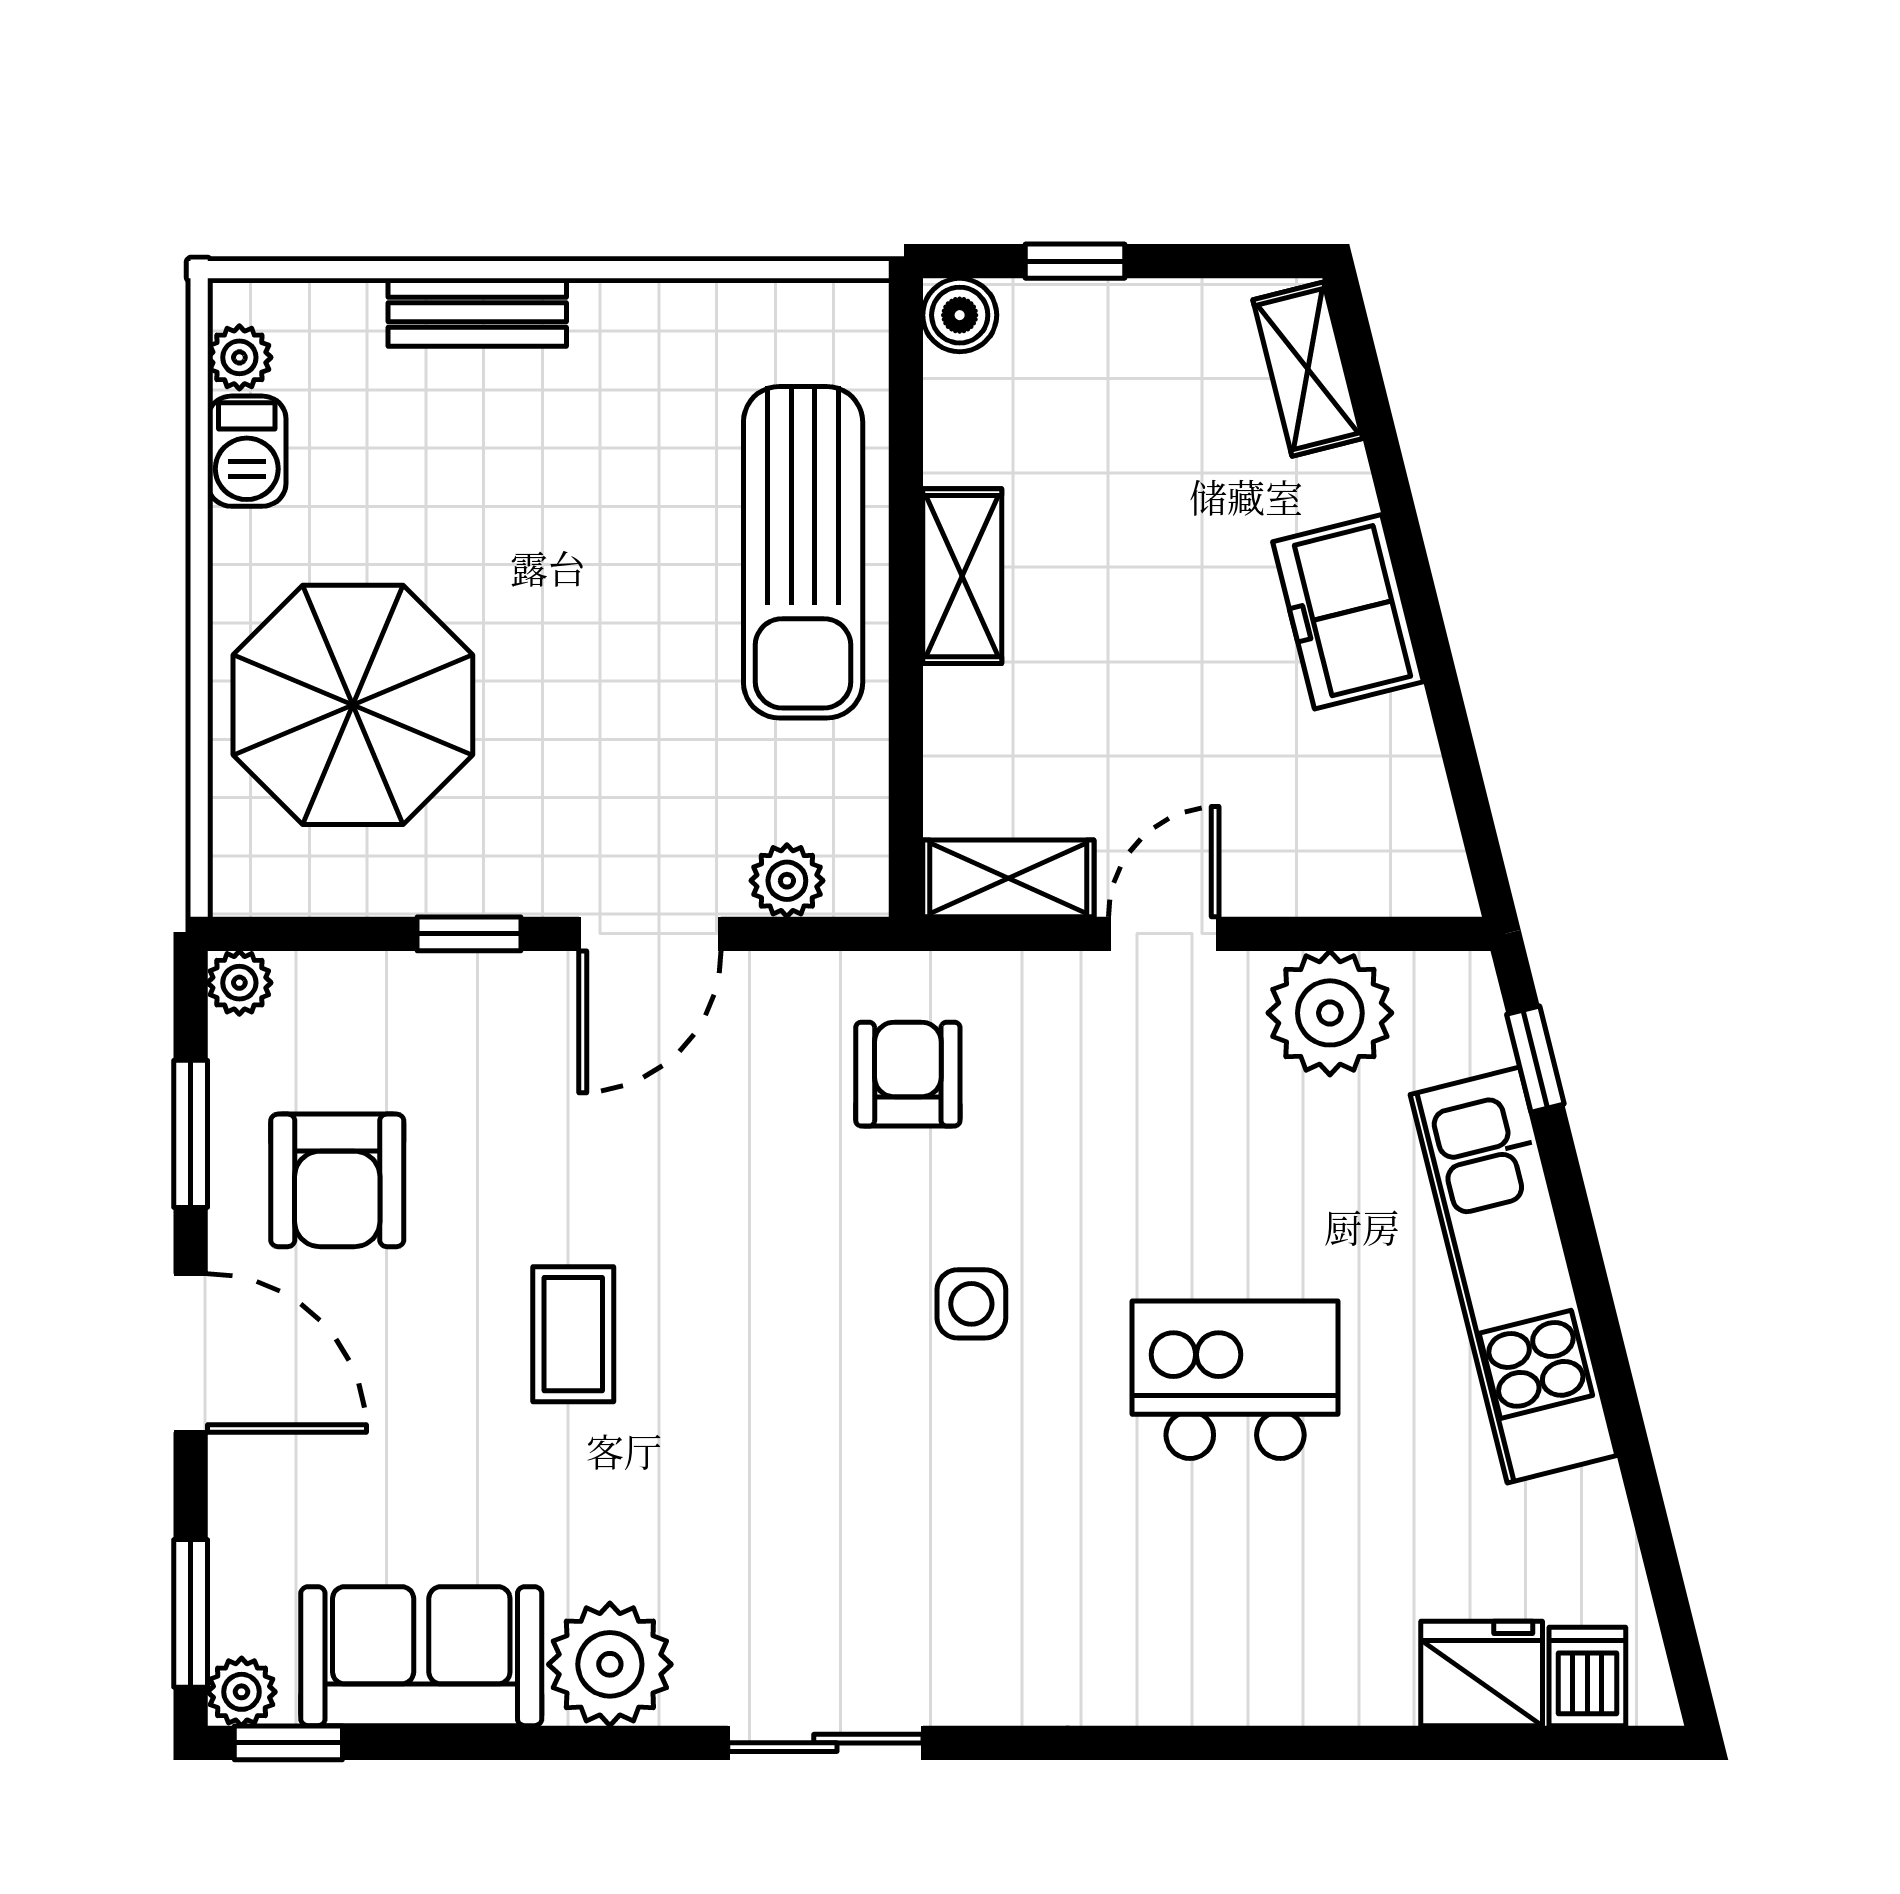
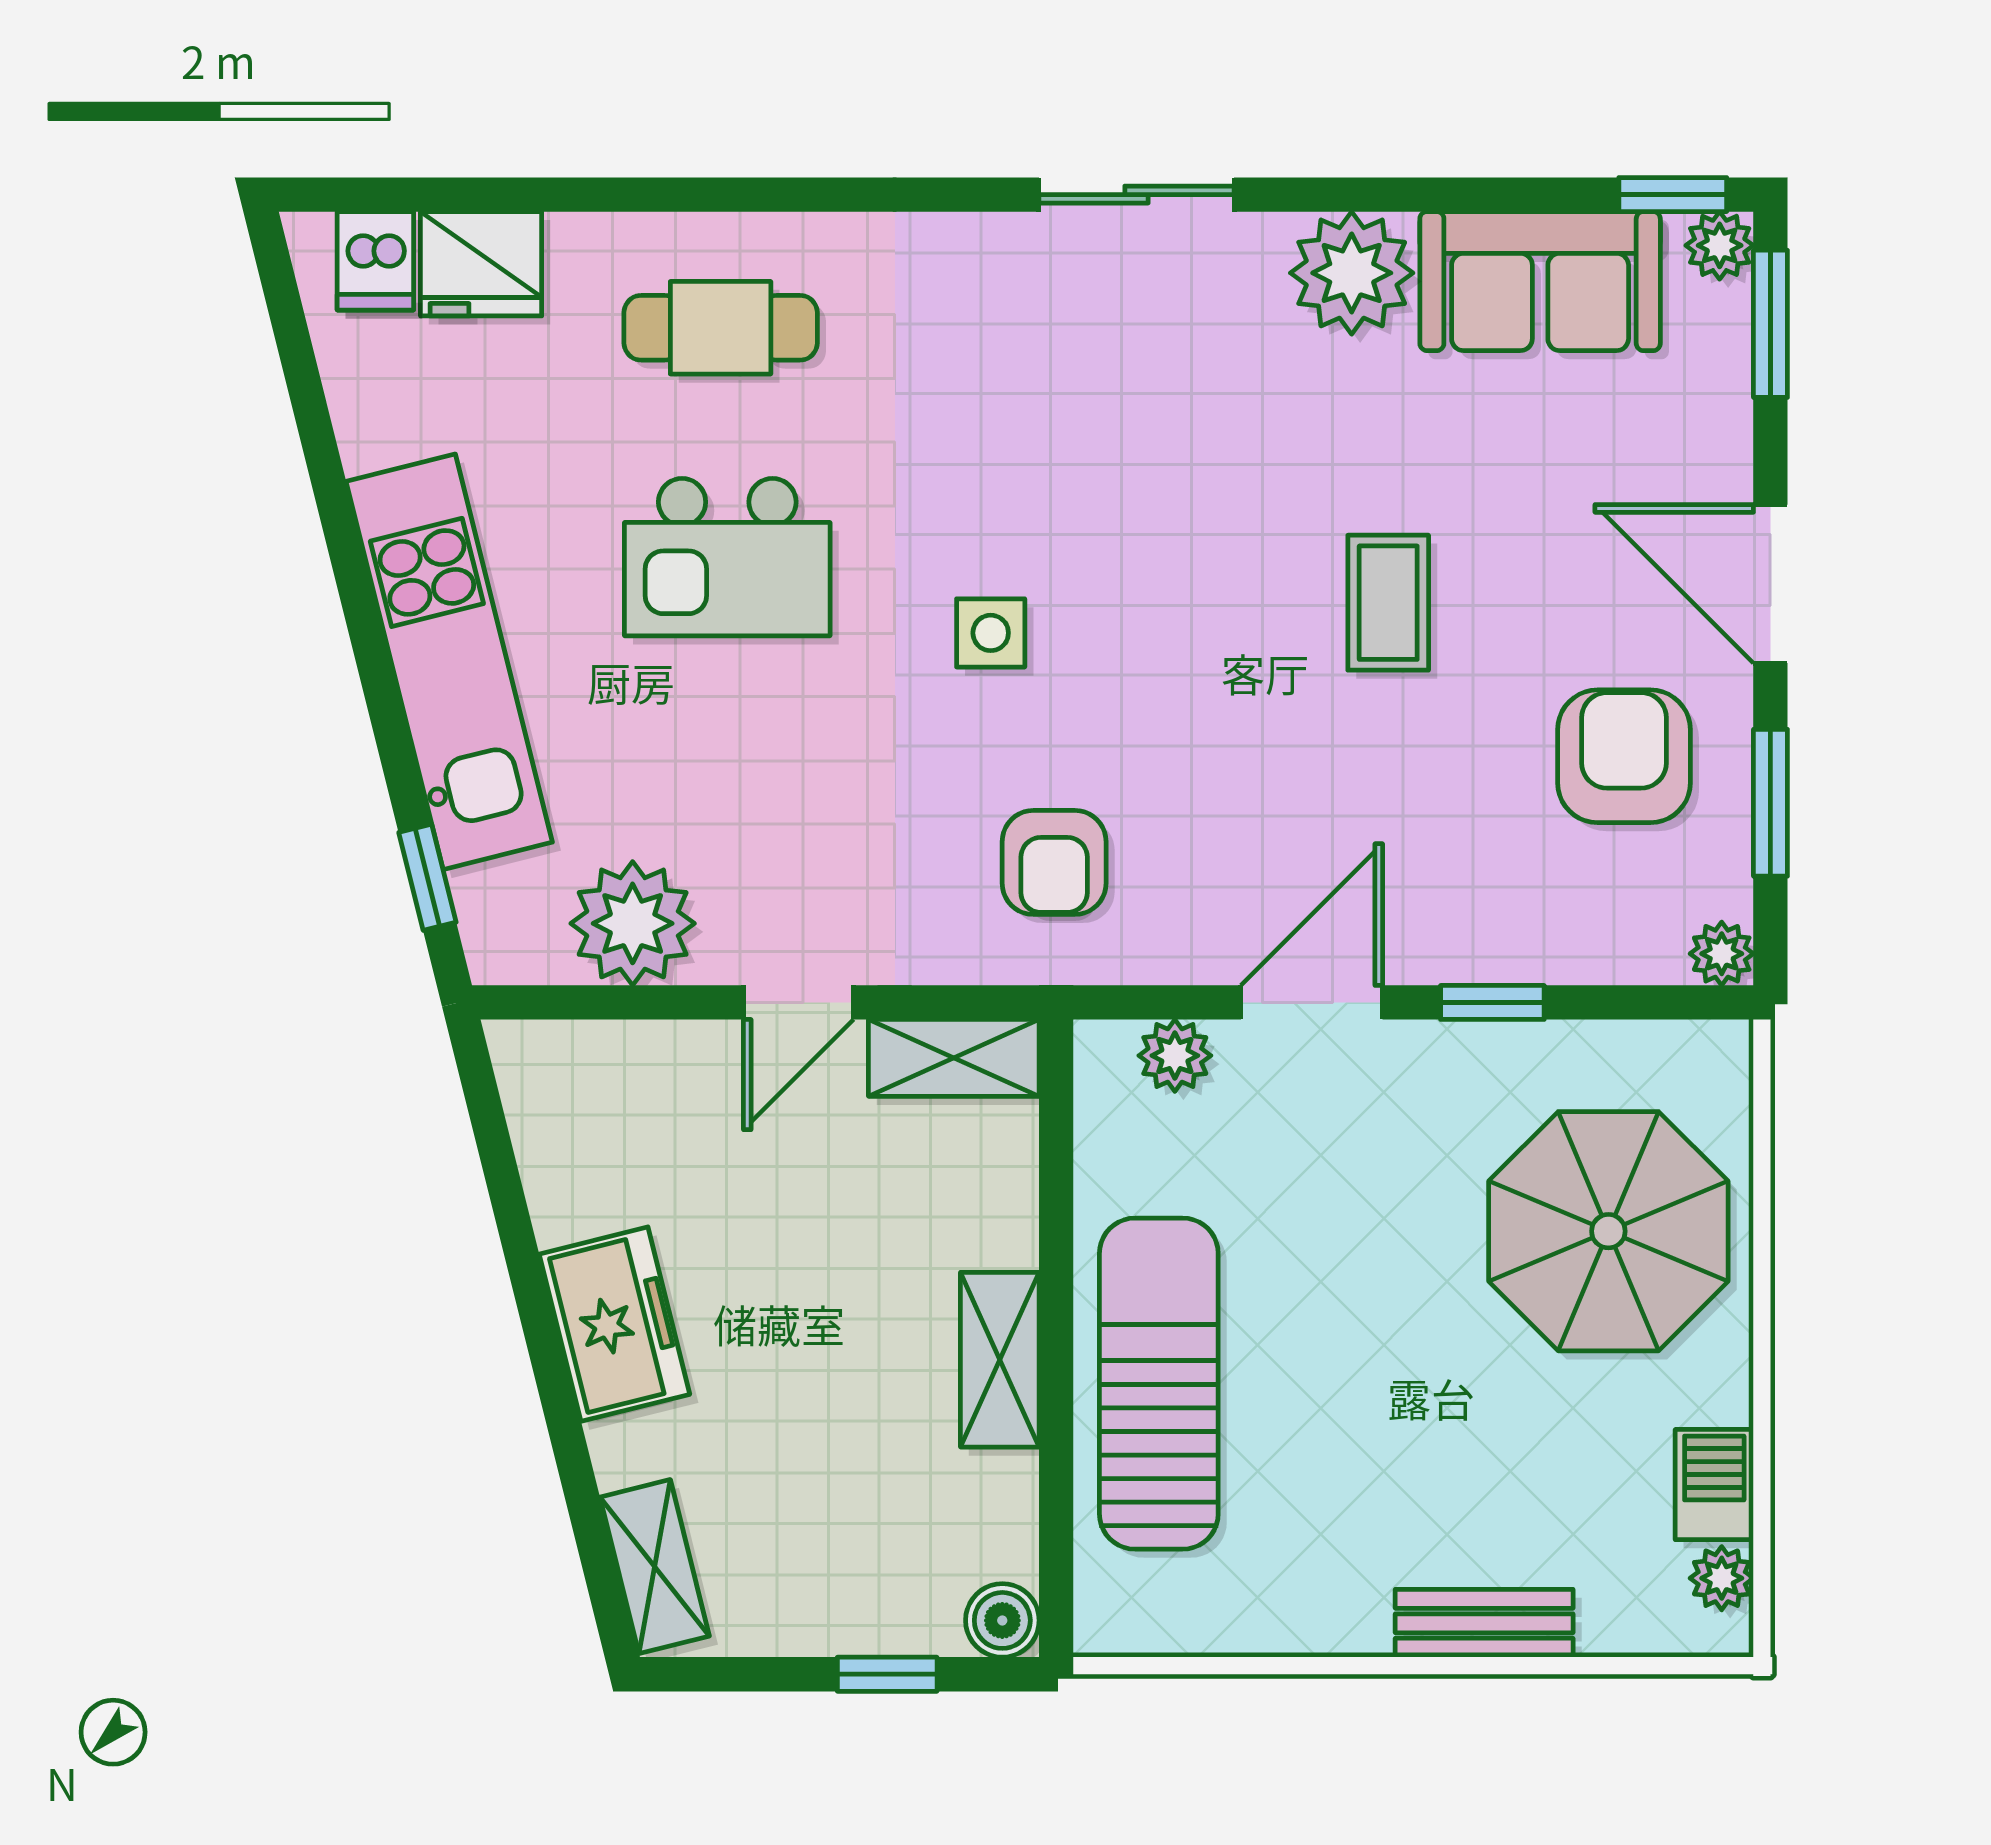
cafe table: (1242, 1609) -> (721, 328), added

